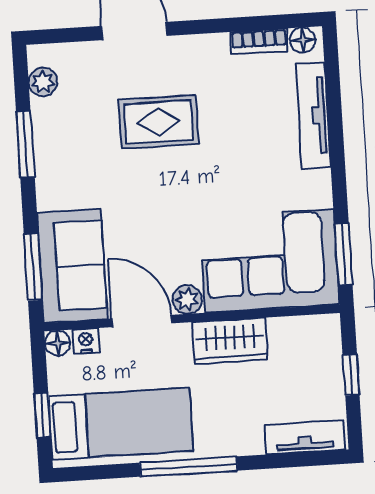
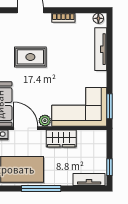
bookcase: (259, 42) -> (63, 18), moved
rug: (159, 122) -> (30, 57), moved
window: (351, 375) -> (109, 167), moved

